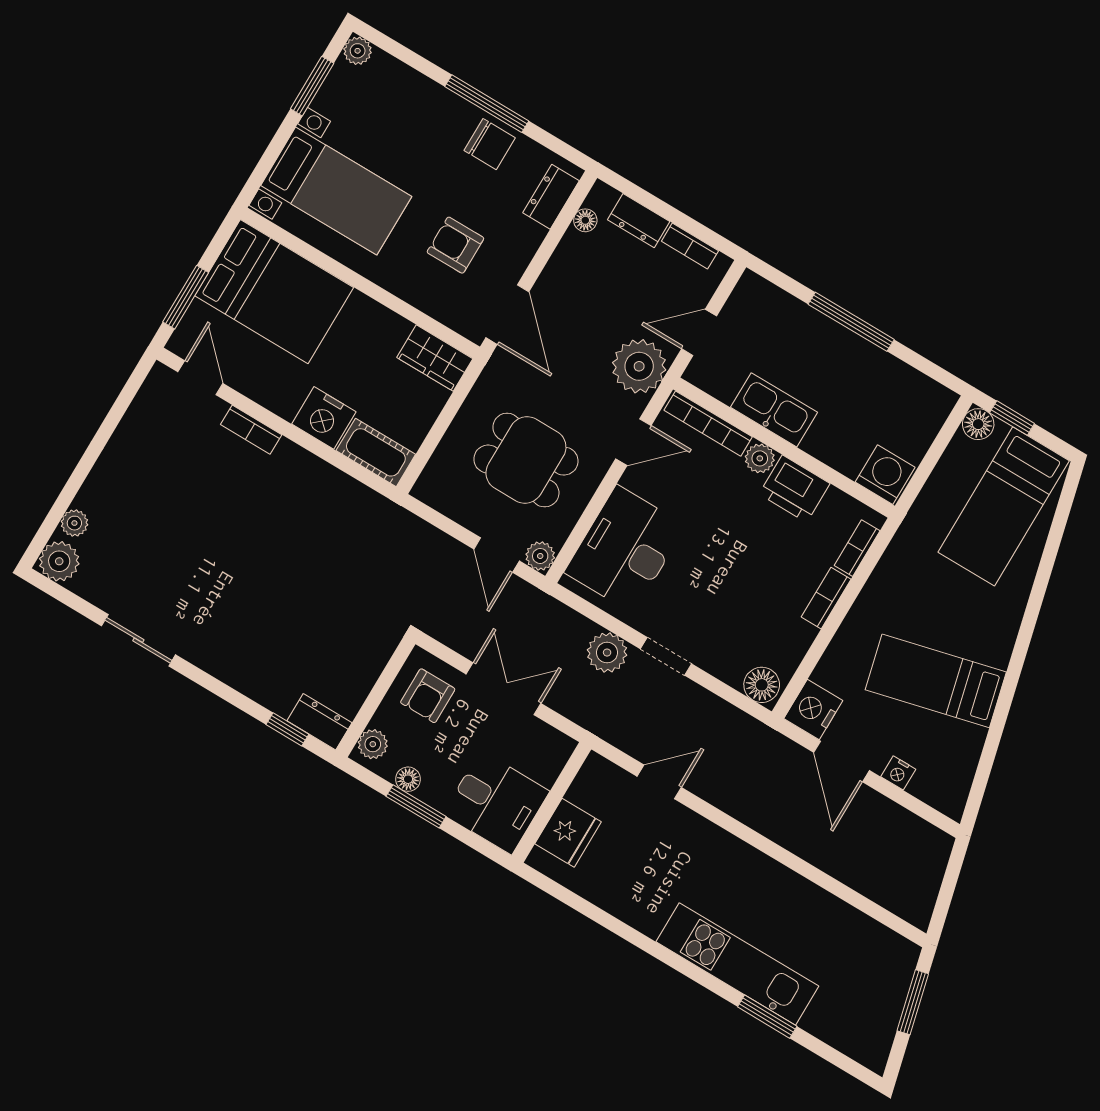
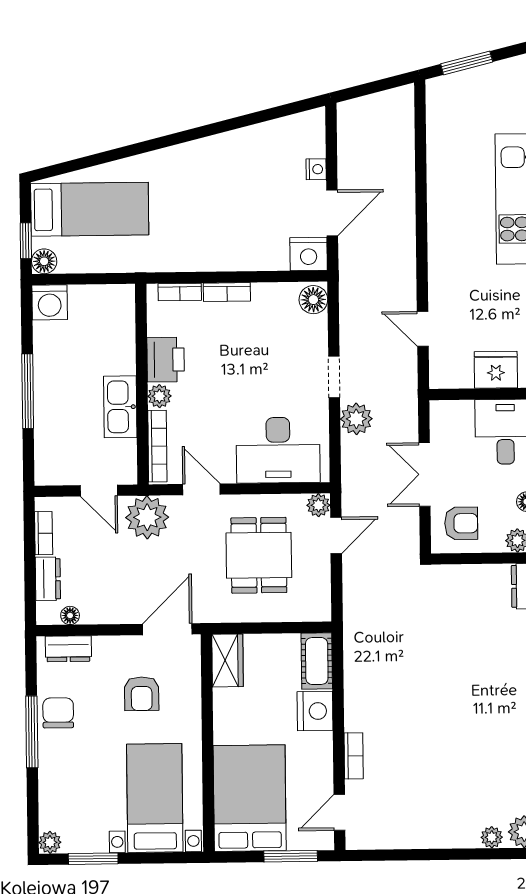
washing machine: (885, 475) -> (50, 302), moved, turned -90
bed: (936, 681) -> (237, 182), removed

